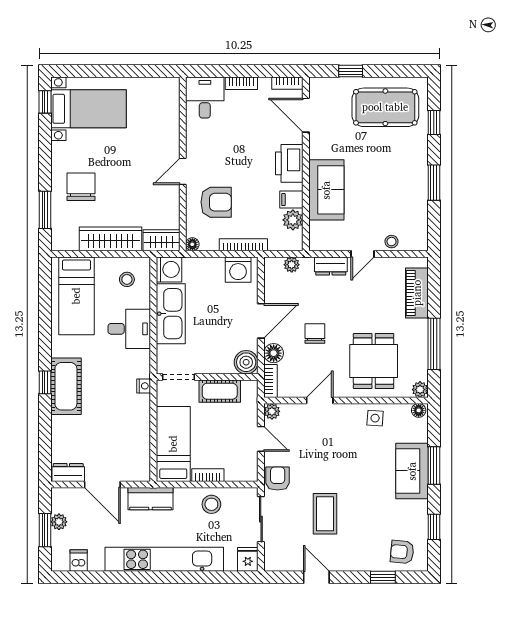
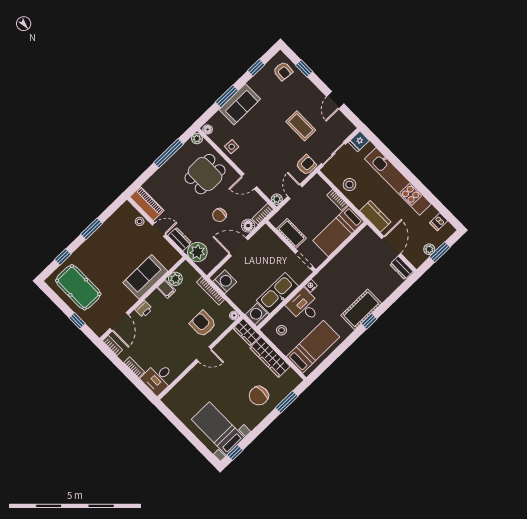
printer: (289, 163) -> (144, 309), width x0.53, depth x0.68
plant: (292, 265) -> (197, 252), width x1.88, depth x1.88
piano: (417, 293) -> (147, 204), moved, turned -90
boiler: (246, 362) -> (265, 234), removed
nightstand: (144, 386) -> (311, 286), moved
armchair: (278, 478) -> (306, 165), turned 180
coffee table: (325, 514) -> (301, 126), turned 90

